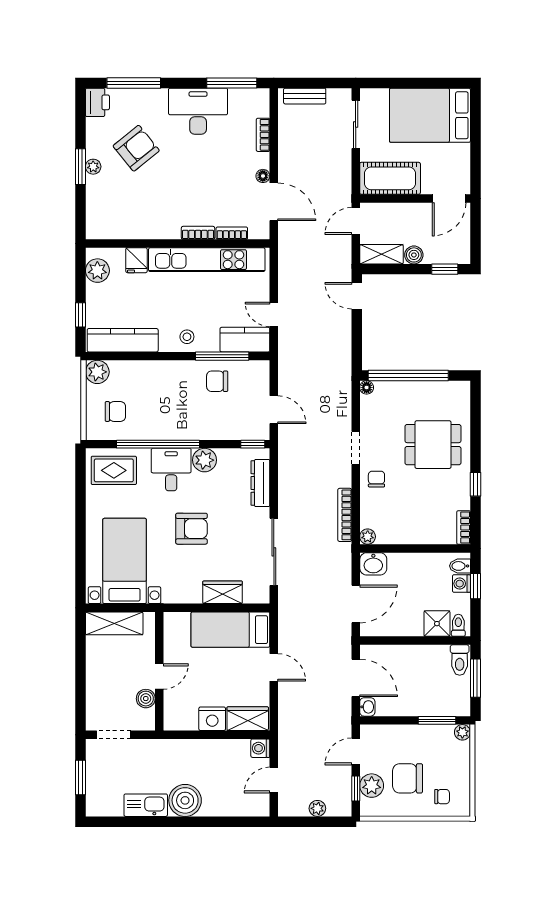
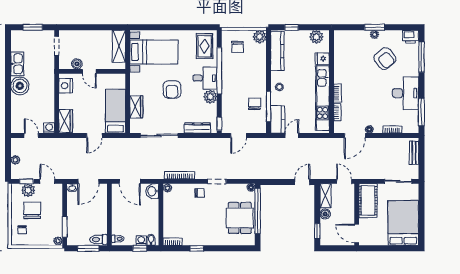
dining table: (433, 445) -> (240, 218), moved
shower: (437, 624) -> (119, 227), removed
nightstand: (212, 719) -> (66, 86), moved

